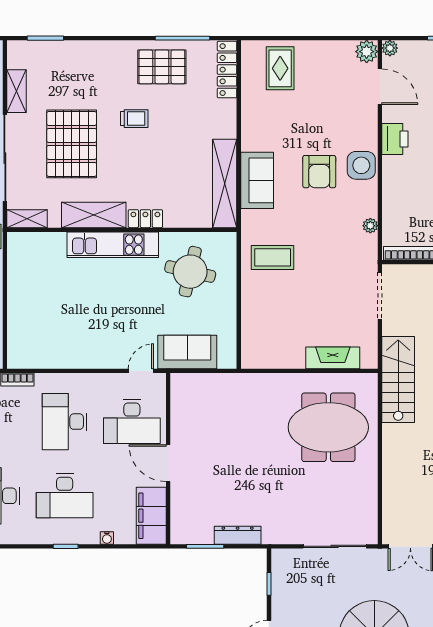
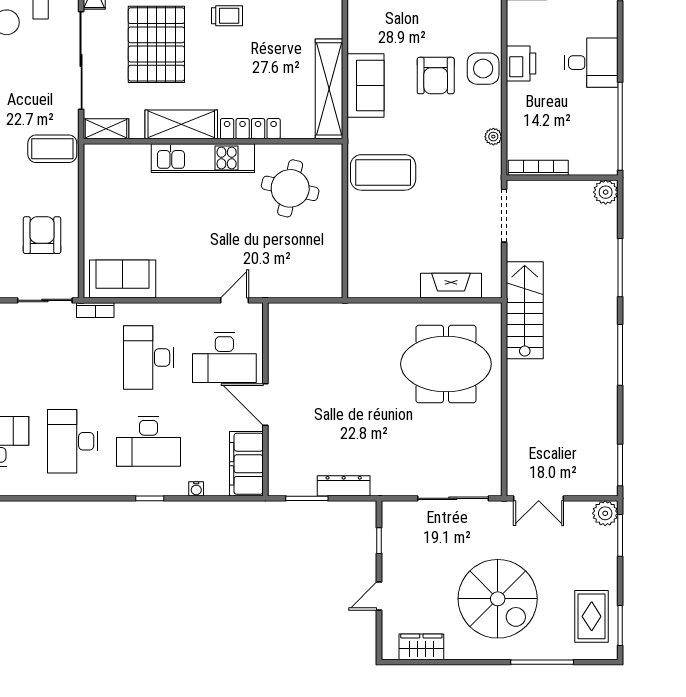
printer: (395, 139) -> (521, 64), moved
locker: (145, 219) -> (250, 129), width x1.53
coffee table: (273, 257) -> (383, 172), width x1.36, depth x1.32
sofa: (187, 352) -> (123, 279), moved

